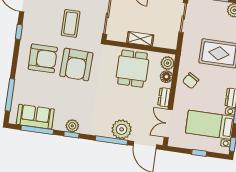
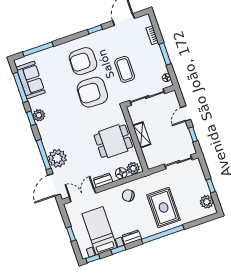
coffee table: (71, 23) -> (125, 69), turned 90
armchair: (43, 58) -> (83, 61), turned 90

